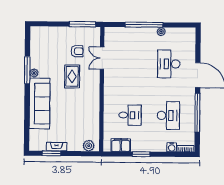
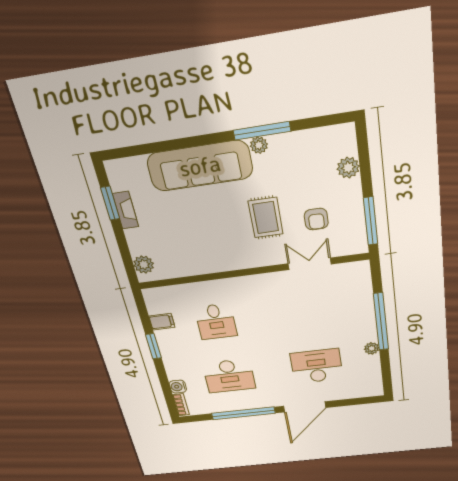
plant: (52, 32) -> (348, 168), added
rug: (72, 76) -> (266, 218), turned 90
filing cabinet: (121, 145) -> (162, 322), width x0.50

